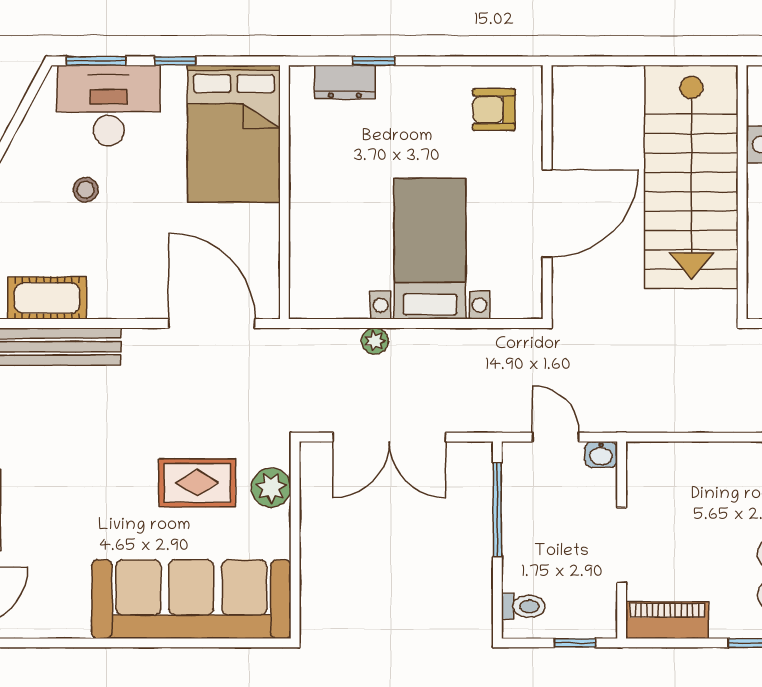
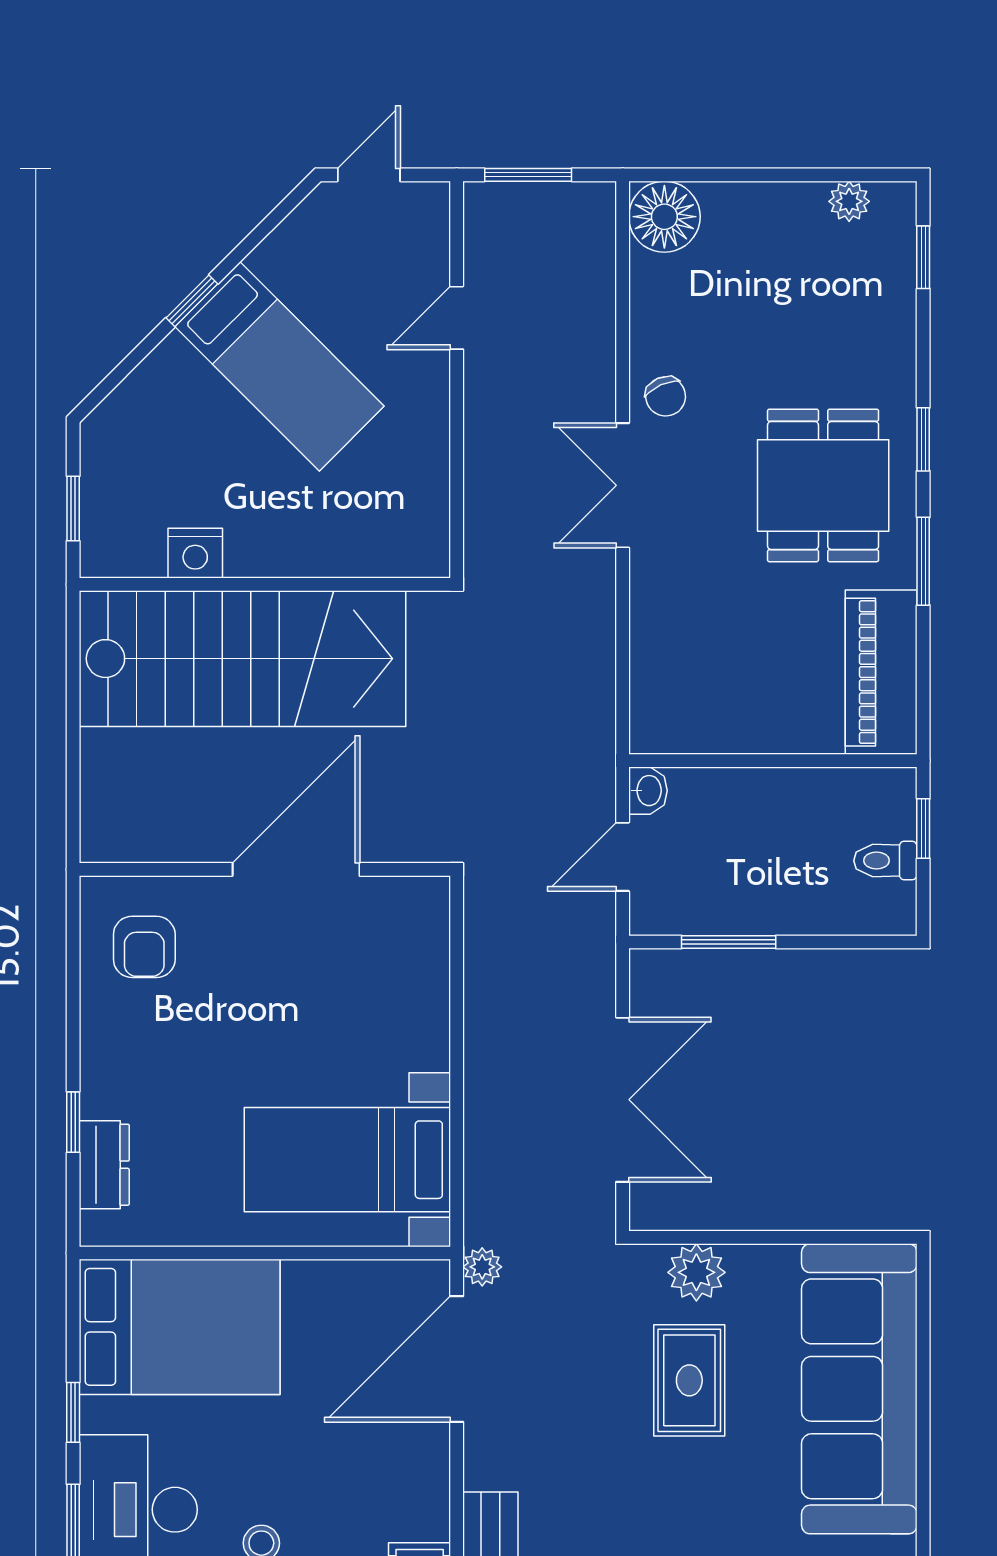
door: (547, 213) -> (296, 869), hinge flipped
bed with nightstands: (430, 249) -> (347, 1160), moved
plant: (375, 341) -> (482, 1267), moved
window: (497, 510) -> (729, 942), width x0.69
doorway: (622, 545) -> (780, 761), removed
toilet: (523, 606) -> (885, 861), moved, turned -90
piano: (667, 620) -> (881, 672), width x1.37, depth x1.33

